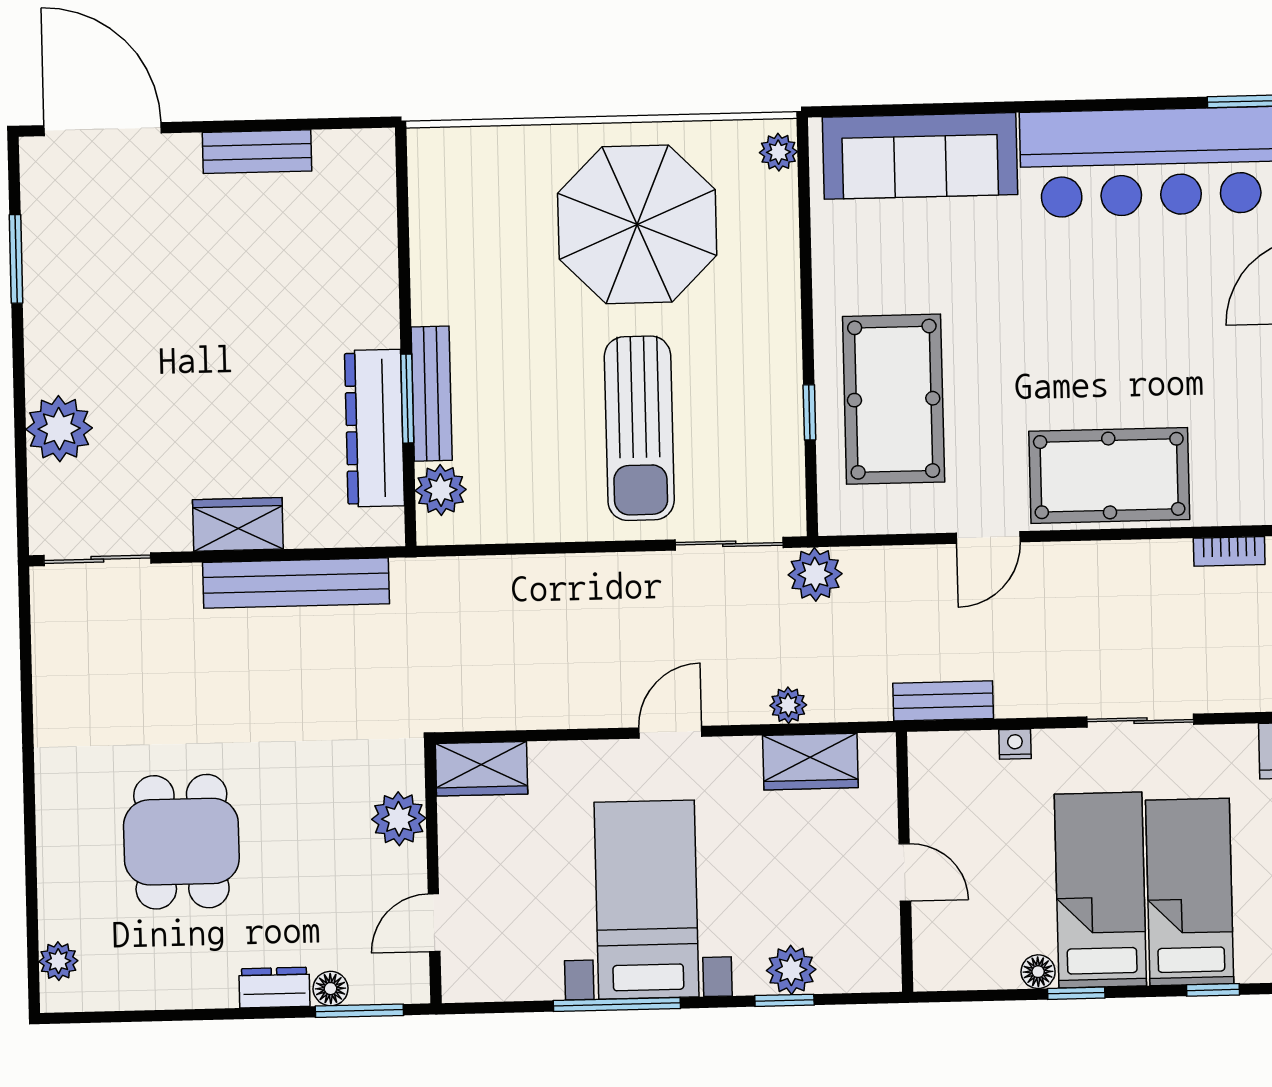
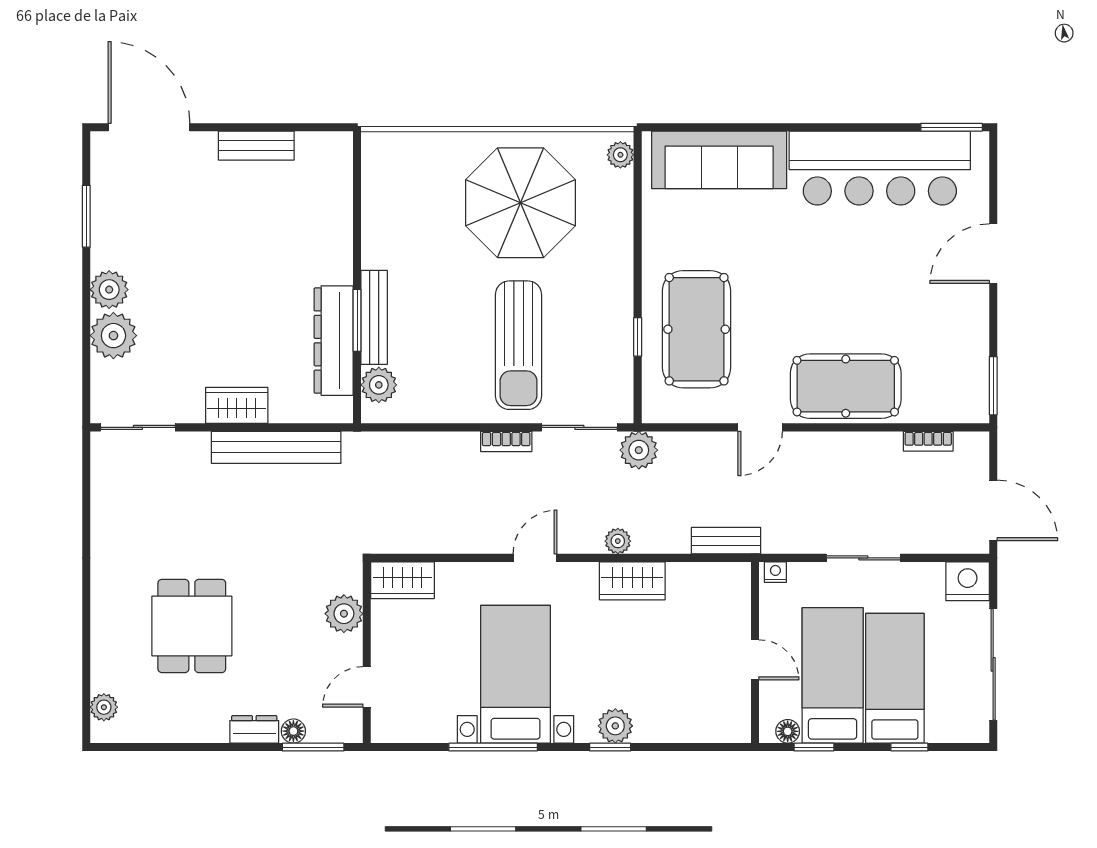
plant: (51, 363) -> (109, 290), added
bookcase: (625, 567) -> (506, 441), added
wall: (905, 862) -> (755, 652), moved
door: (905, 872) -> (755, 660), moved

